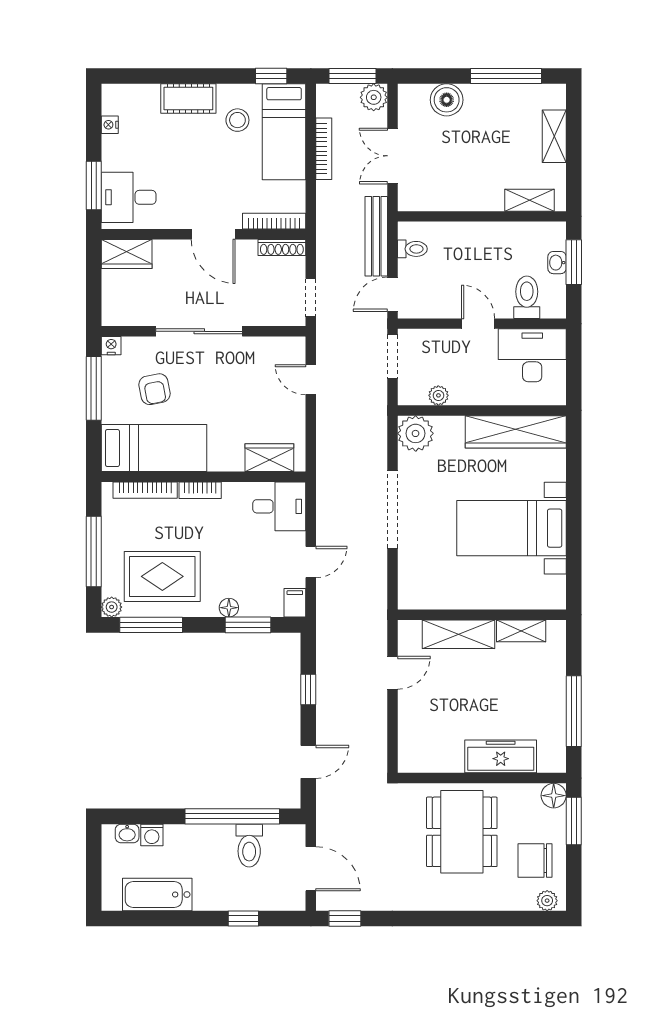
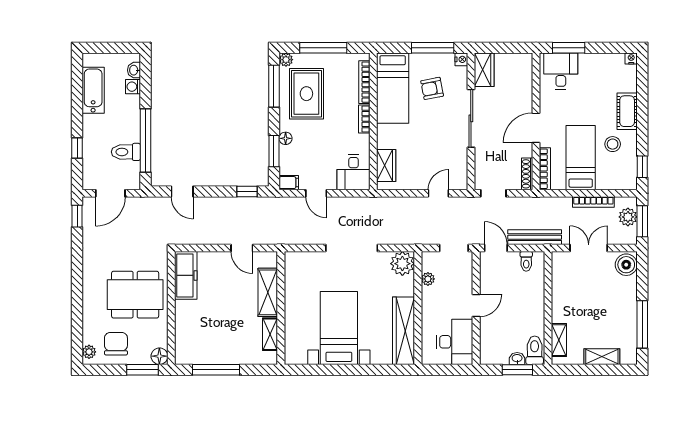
plant: (374, 97) -> (628, 217), moved
boiler: (447, 100) -> (626, 265), moved
nightstand: (110, 125) -> (631, 58), moved
bed: (284, 132) -> (581, 158), moved, turned 90
wardrobe: (127, 254) -> (484, 70), moved, turned 180
toilet: (527, 297) -> (535, 350), moved, turned -90
window: (308, 689) -> (247, 192), moved
freezer: (501, 756) -> (186, 275), moved

